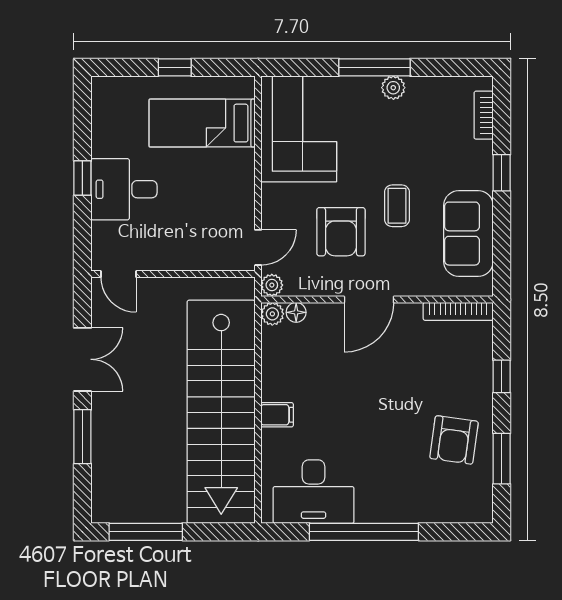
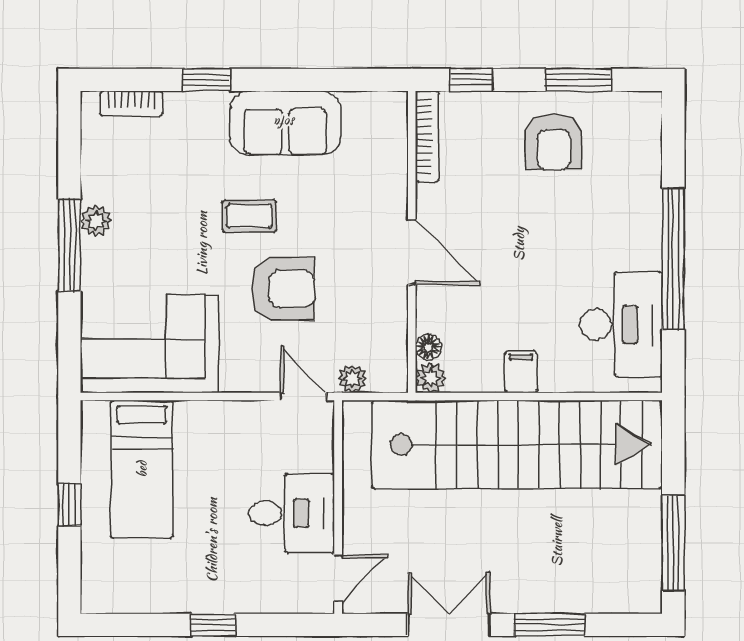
desk: (124, 189) -> (291, 513), moved, turned -90
door: (369, 300) -> (412, 252), moved
wall: (377, 300) -> (412, 242), moved
bookcase: (458, 311) -> (427, 136), moved
floor lamp: (296, 312) -> (428, 347), moved
plant: (272, 314) -> (430, 378), moved
armchair: (454, 440) -> (554, 142), turned 82

